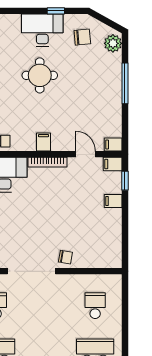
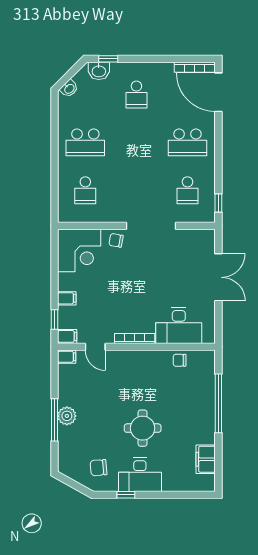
plant: (113, 43) -> (67, 416), moved
filing cabinet: (44, 142) -> (139, 359), removed
corner desk: (101, 247) -> (79, 251), added

